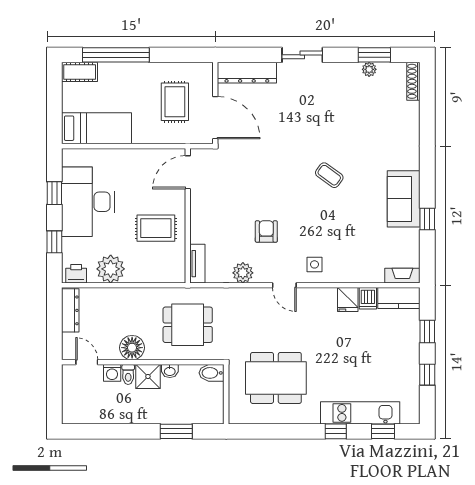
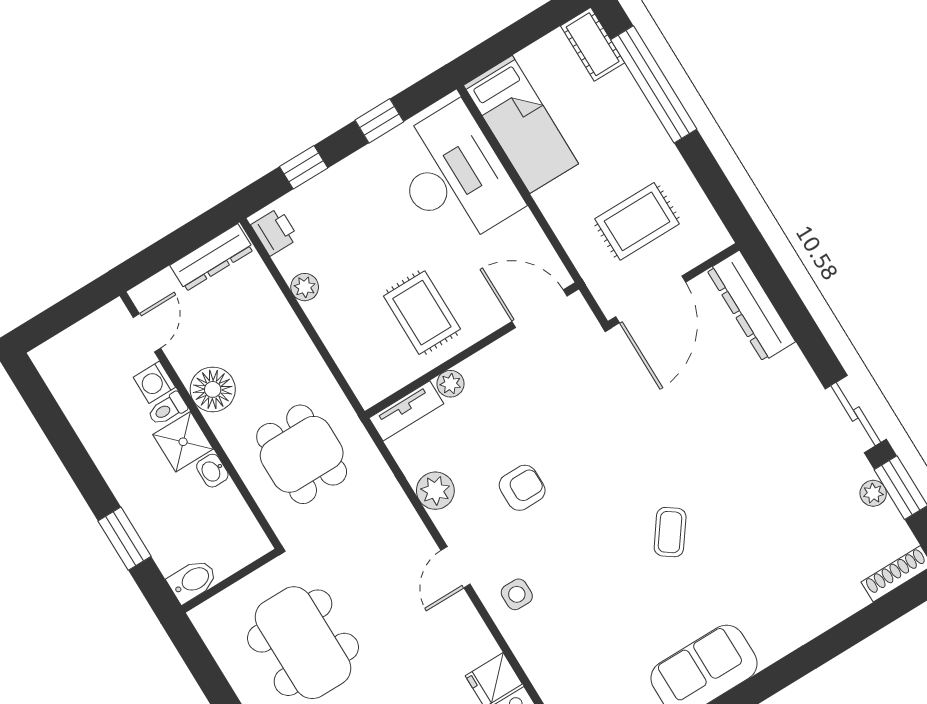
sliding door: (302, 55) -> (856, 414), moved
desk: (88, 202) -> (454, 176), moved, turned 90
plant: (197, 235) -> (450, 384), added
plant: (111, 269) -> (305, 287), width x0.53, depth x0.53
bidet: (212, 373) -> (193, 581), moved, turned 90

